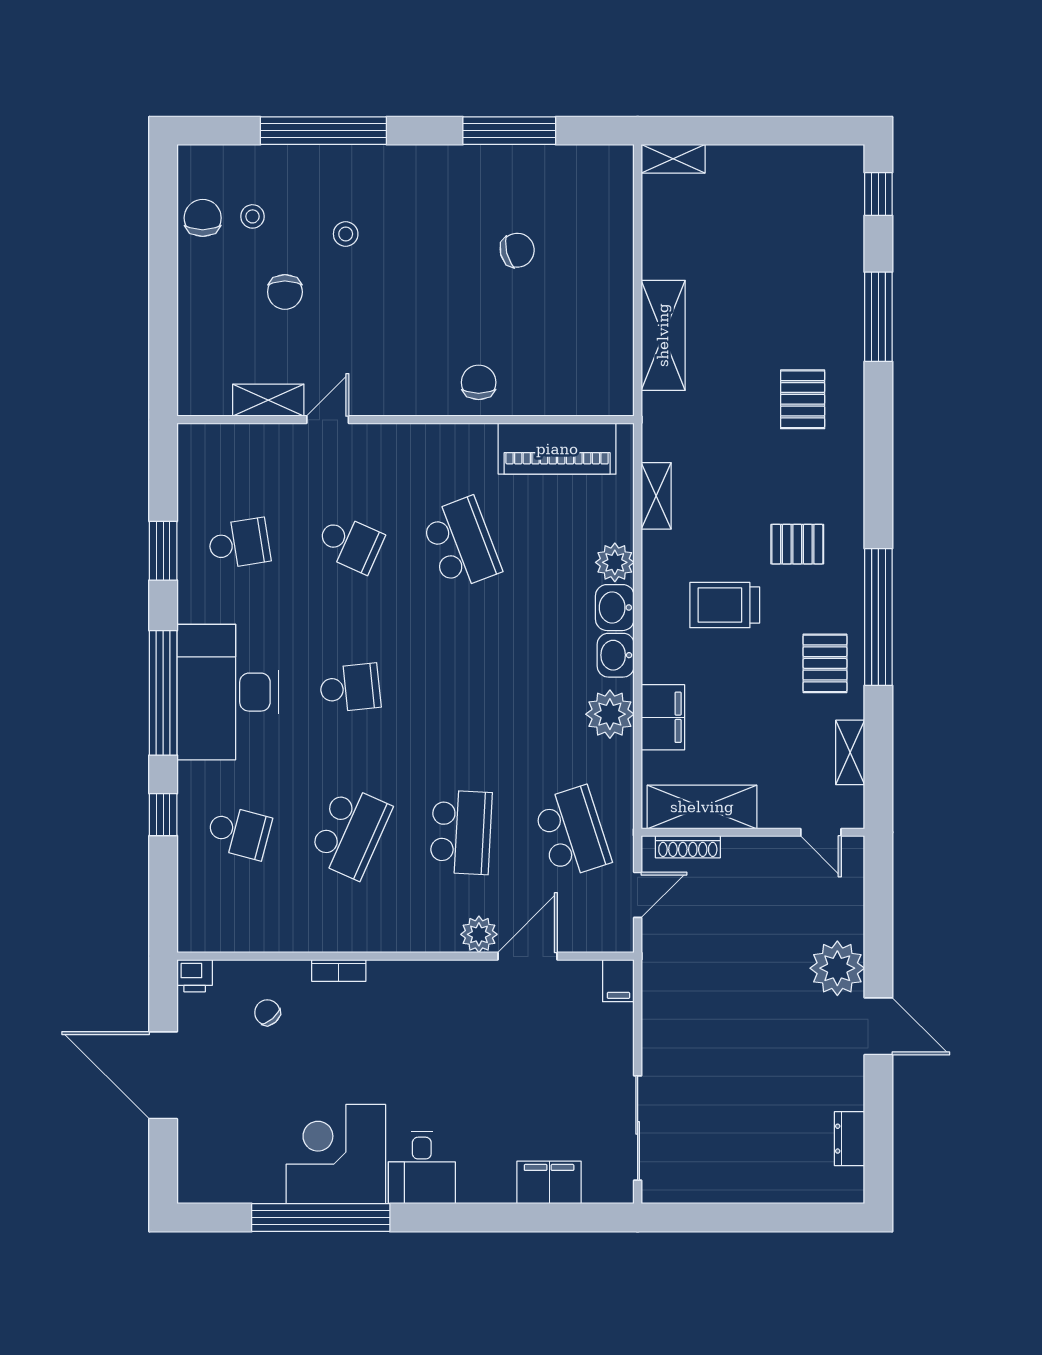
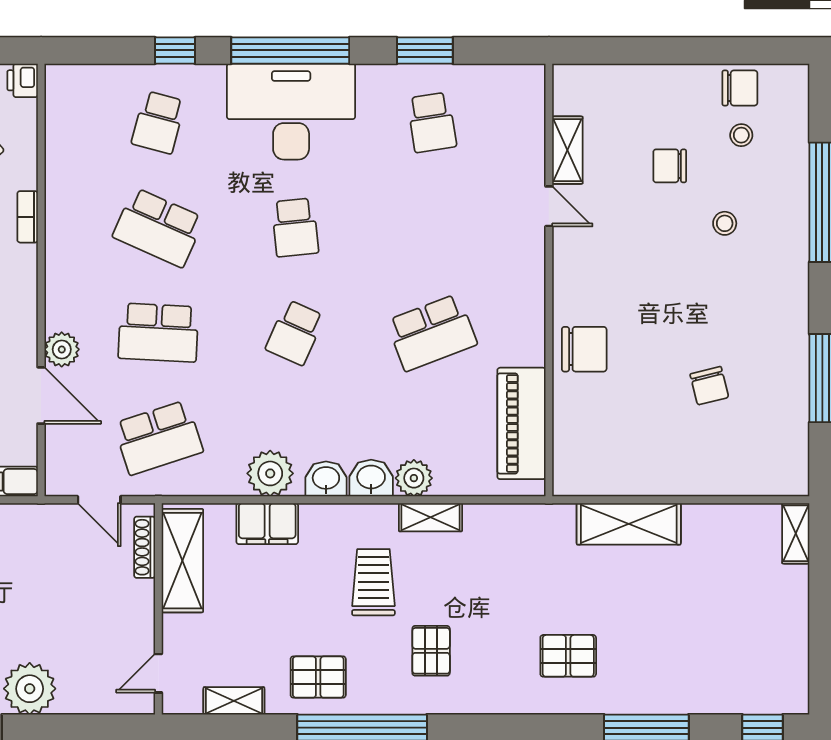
chair: (479, 382) -> (584, 349), width x1.37, depth x1.37
shelving: (656, 496) -> (430, 517), moved
school desk: (350, 543) -> (295, 333), moved

